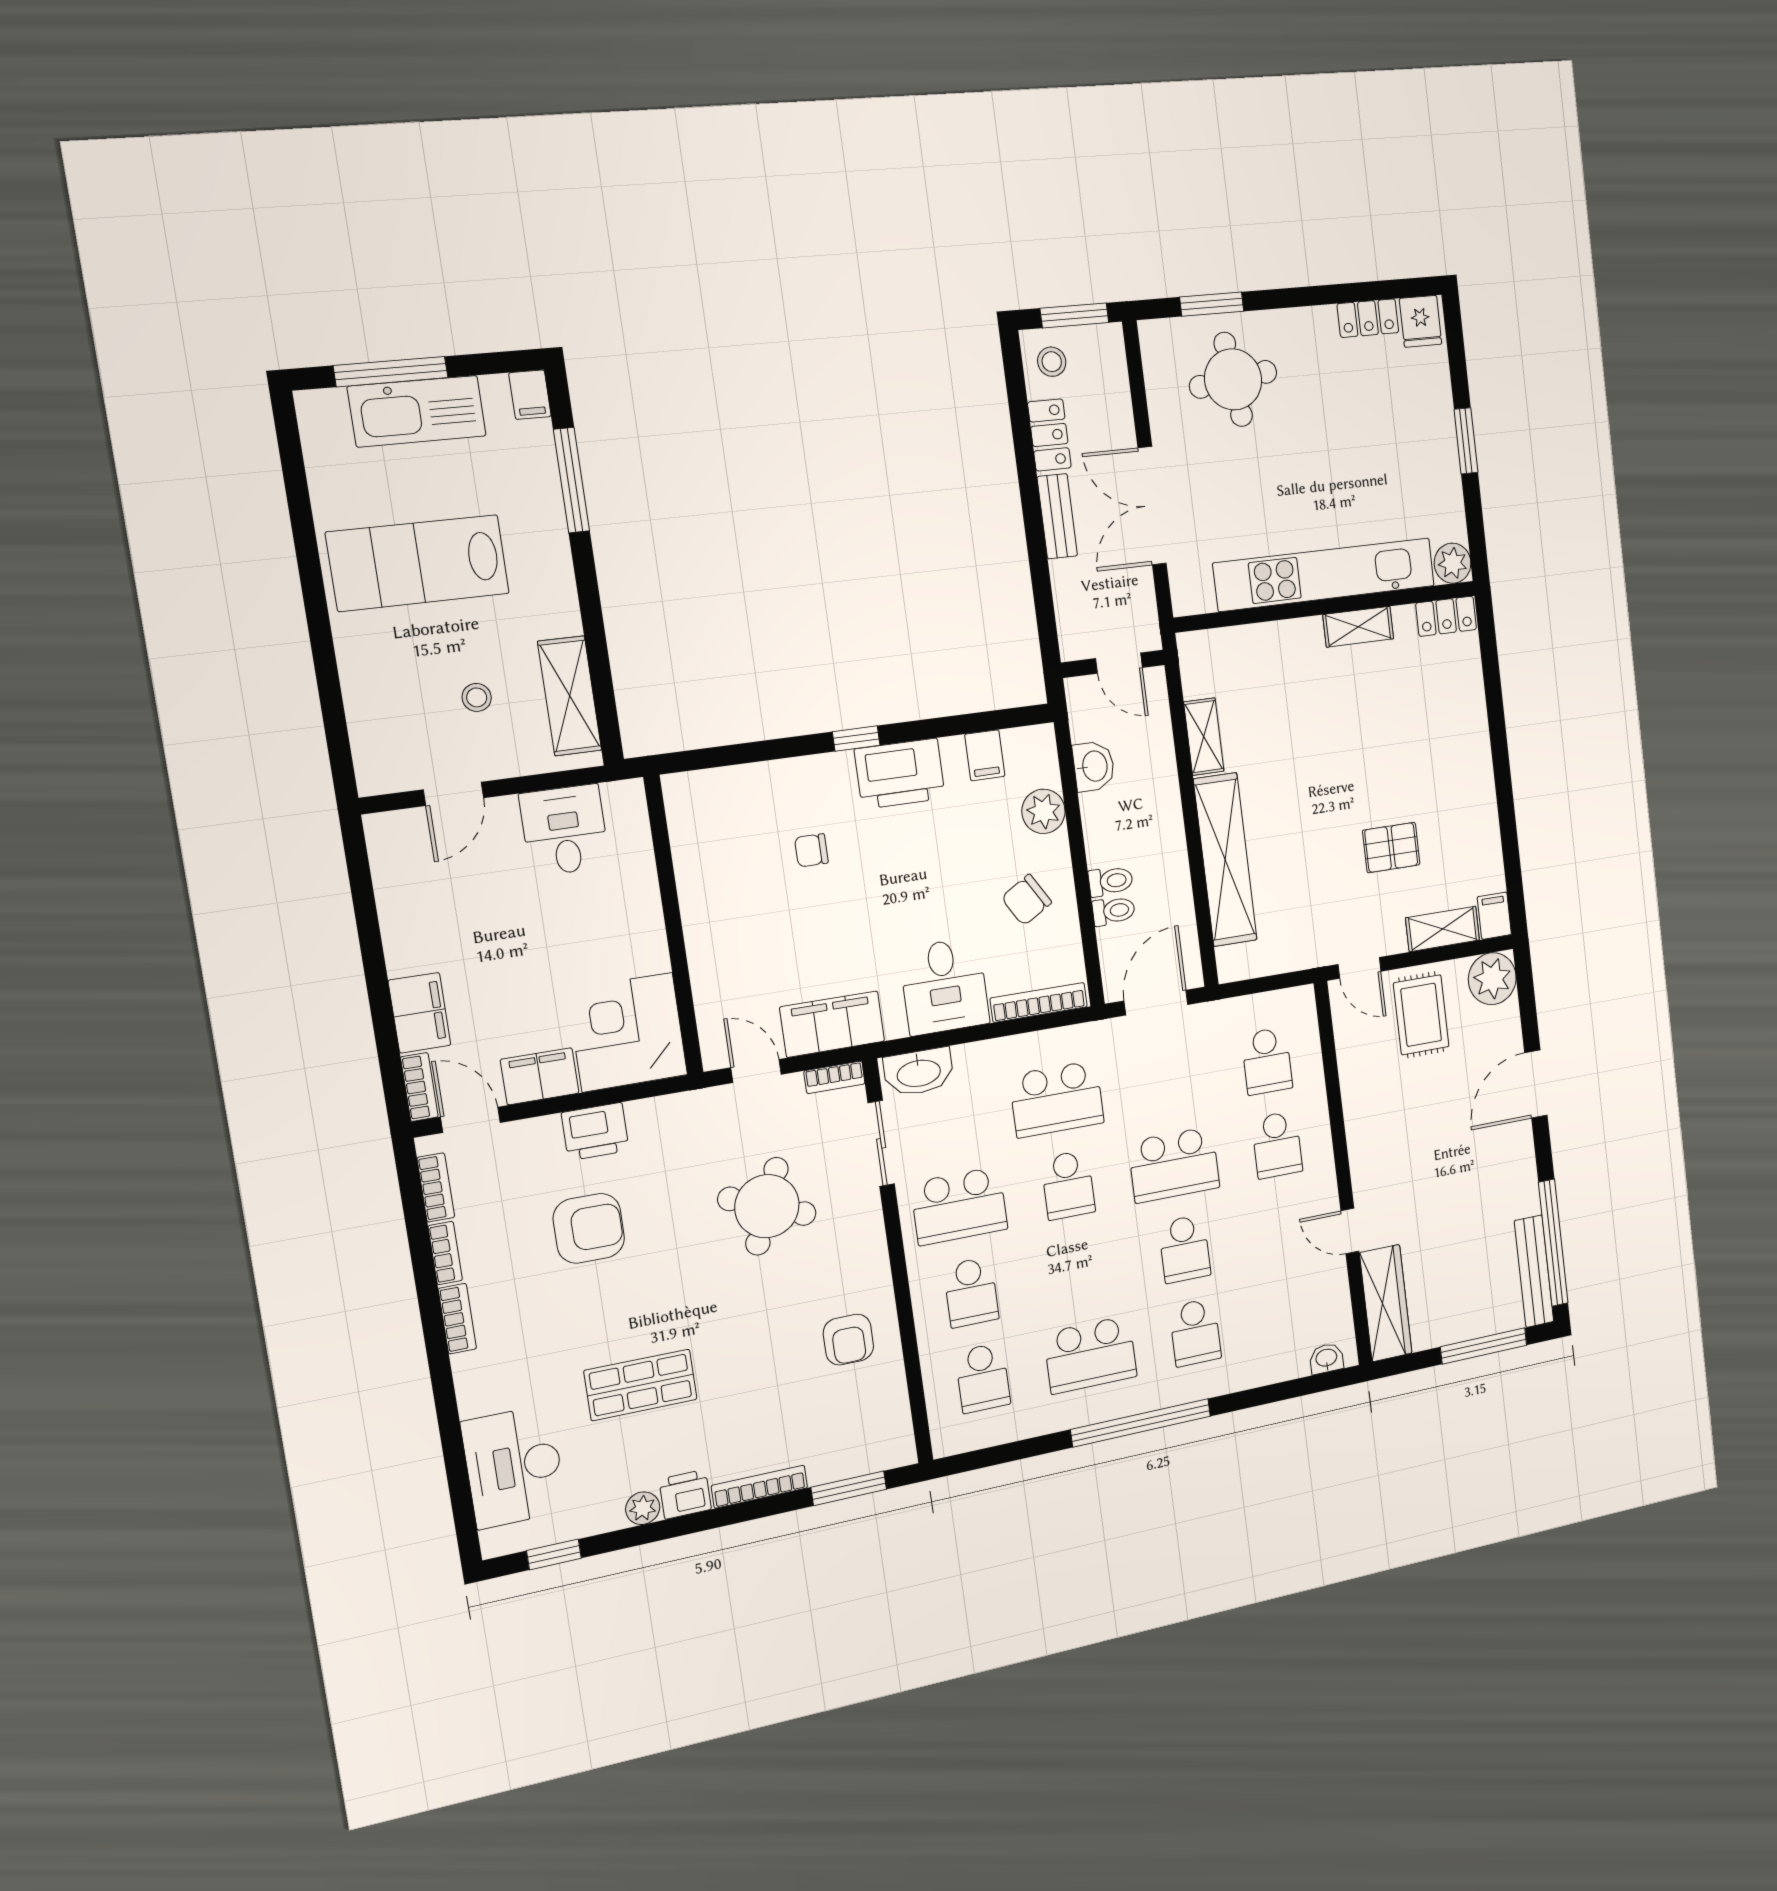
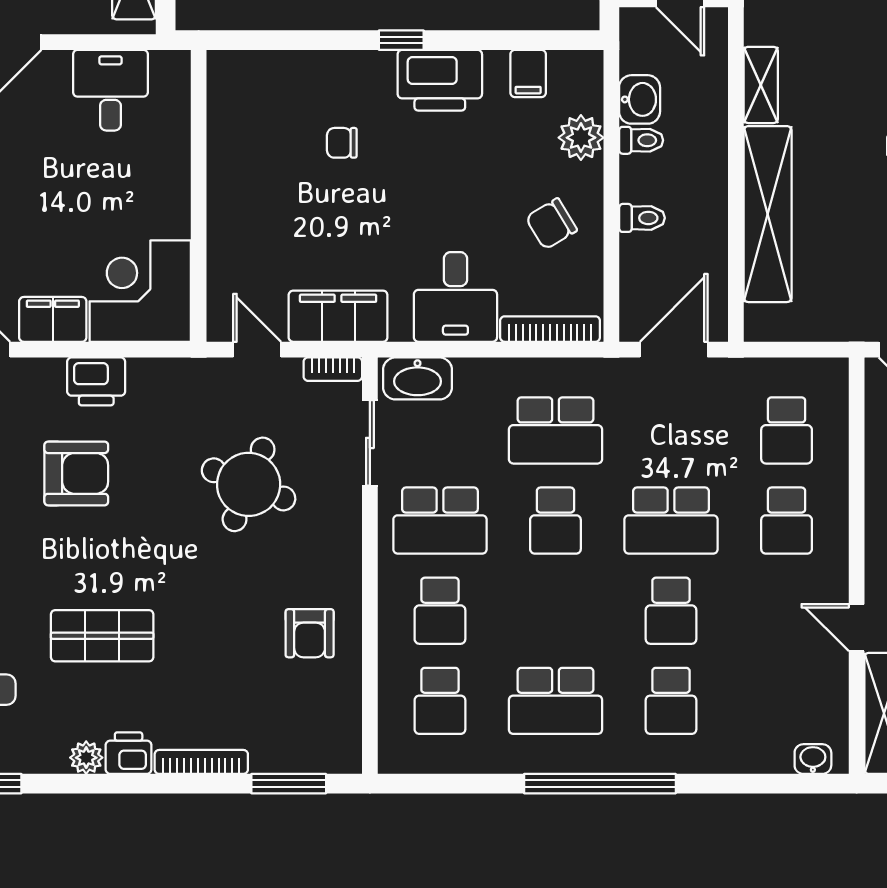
toilet: (1114, 911) -> (641, 140), moved

